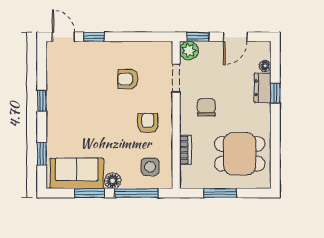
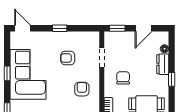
window: (94, 37) -> (60, 28), moved
plant: (189, 51) -> (111, 38), removed
window: (275, 93) -> (172, 79), moved
corner sofa: (72, 102) -> (28, 74), added

